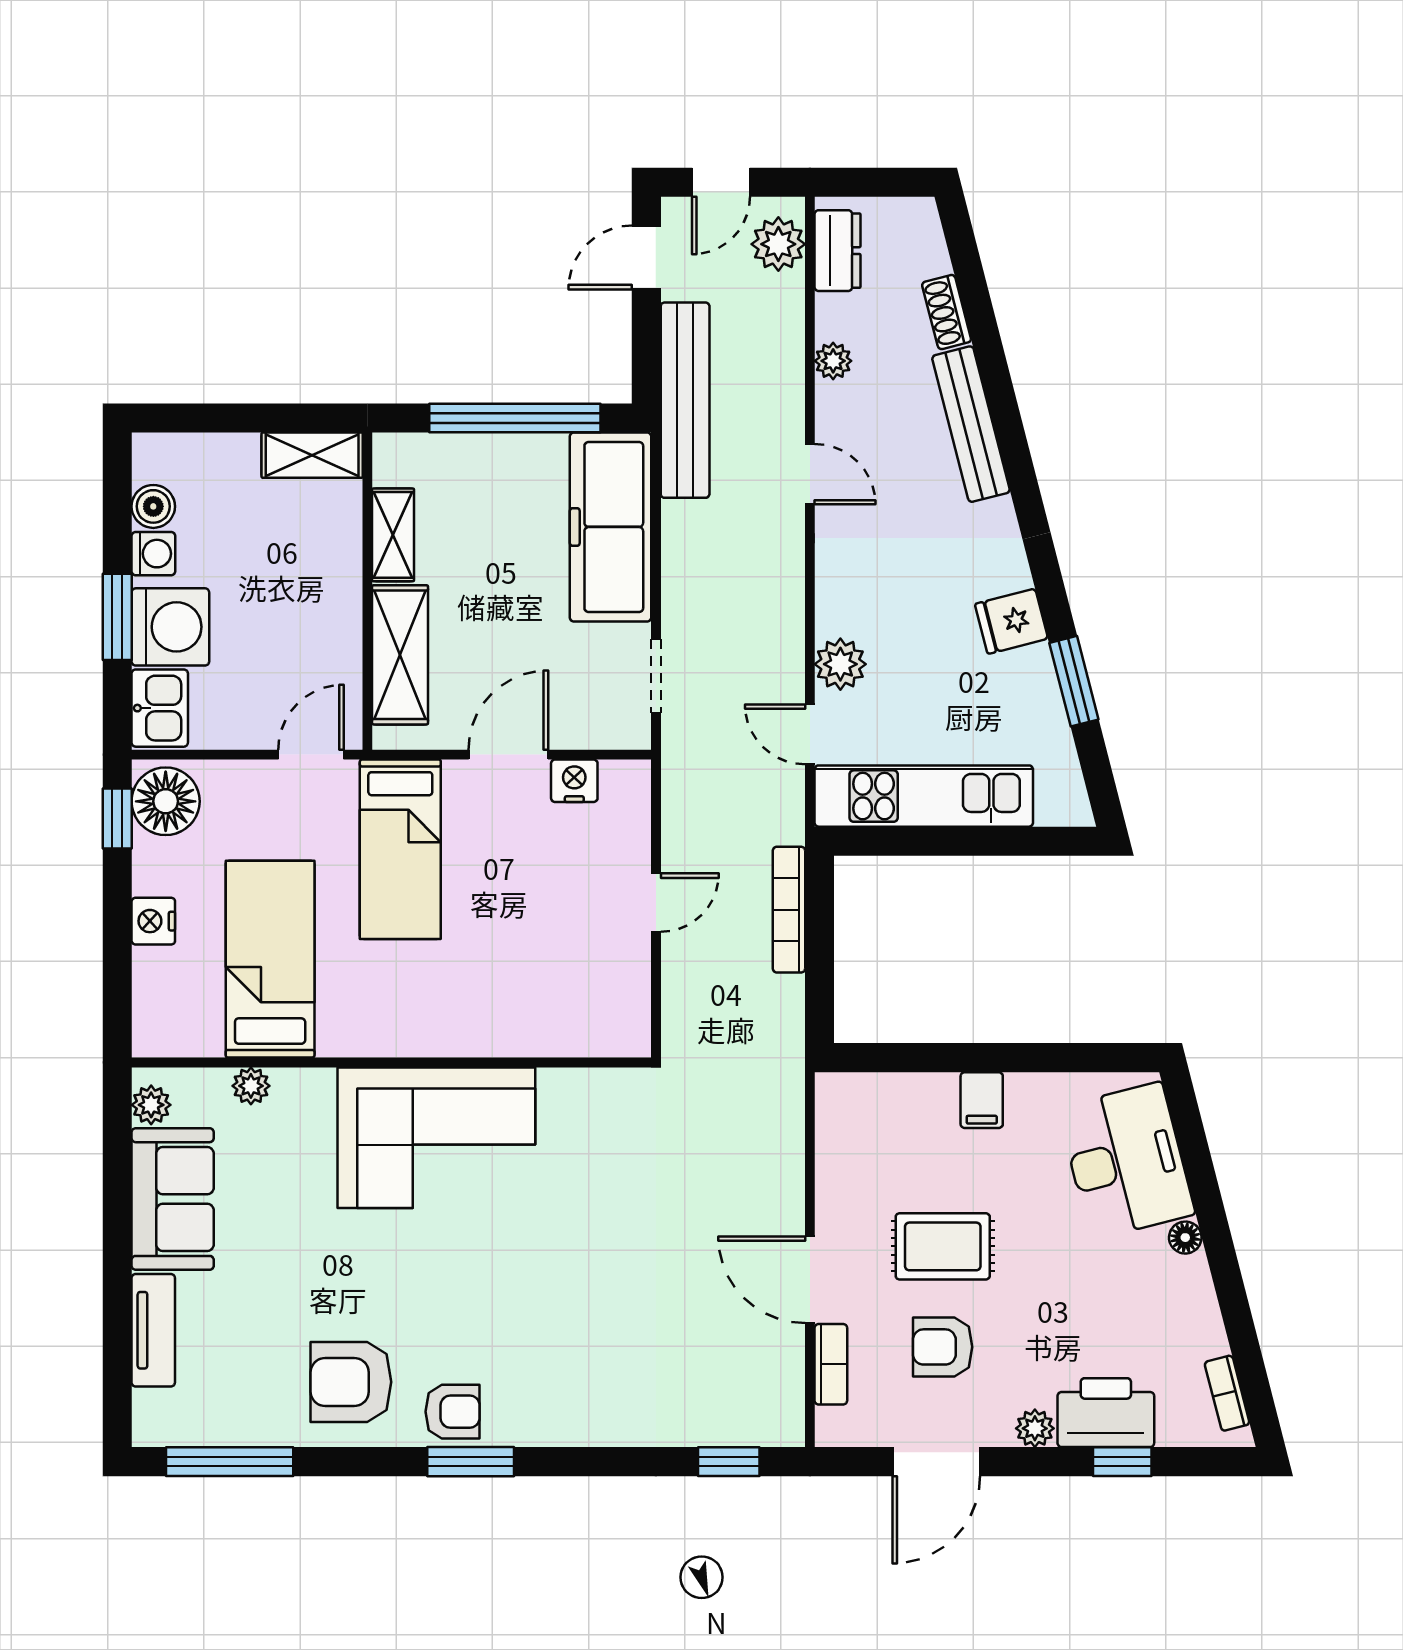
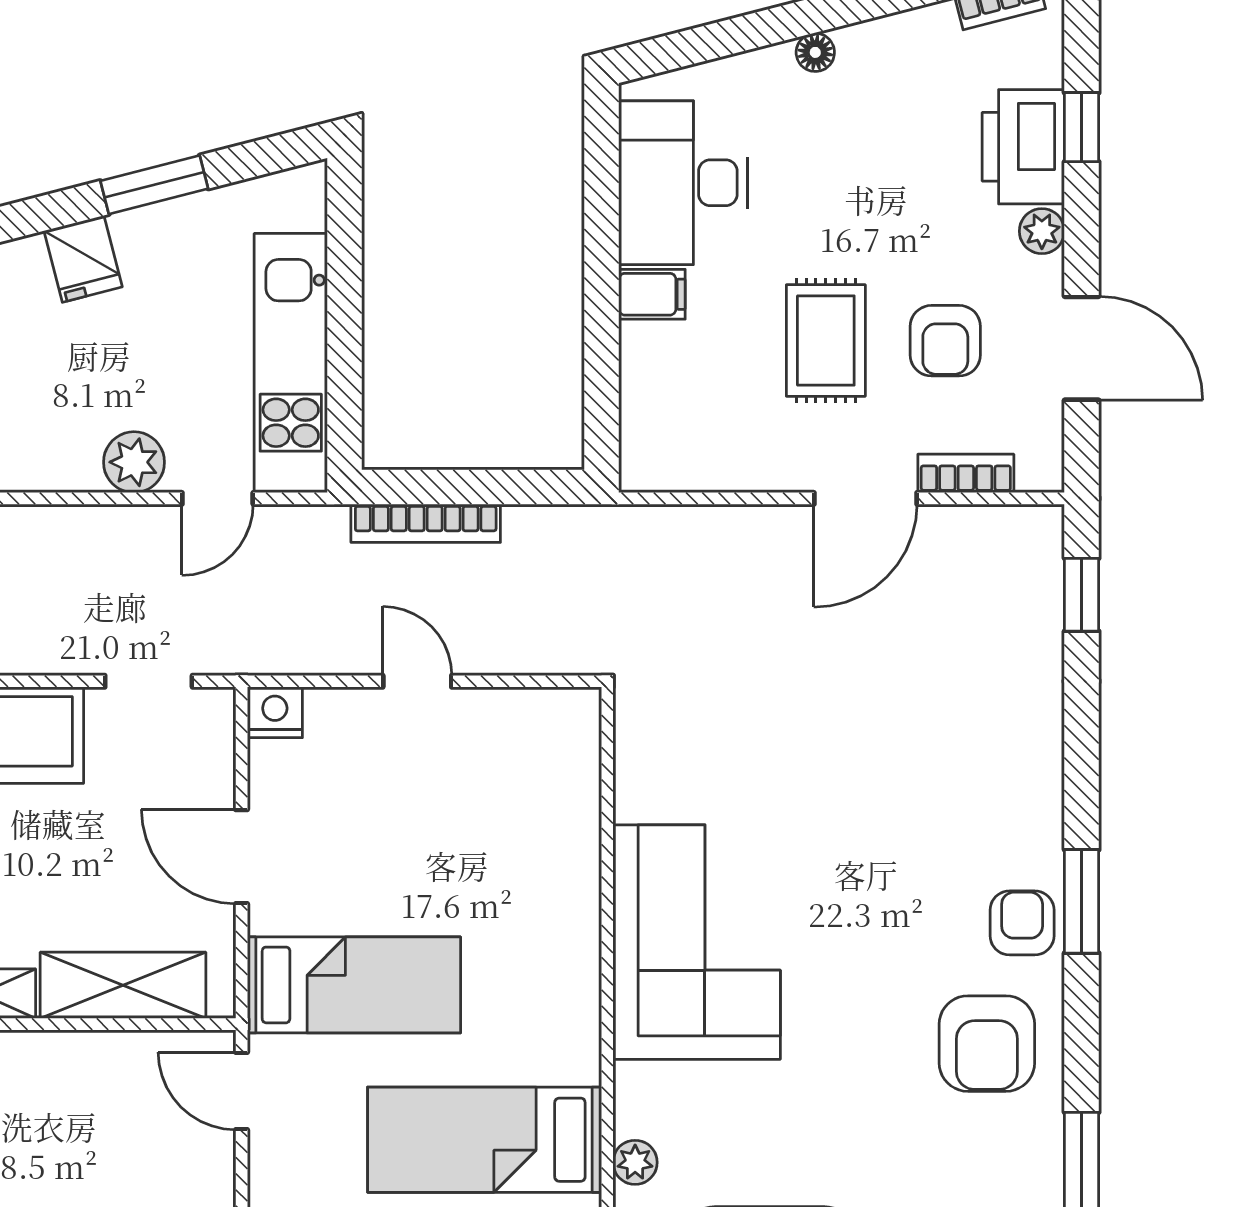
nightstand: (574, 781) -> (275, 712), moved, turned 90
desk: (1126, 1161) -> (683, 183), moved, turned -76

